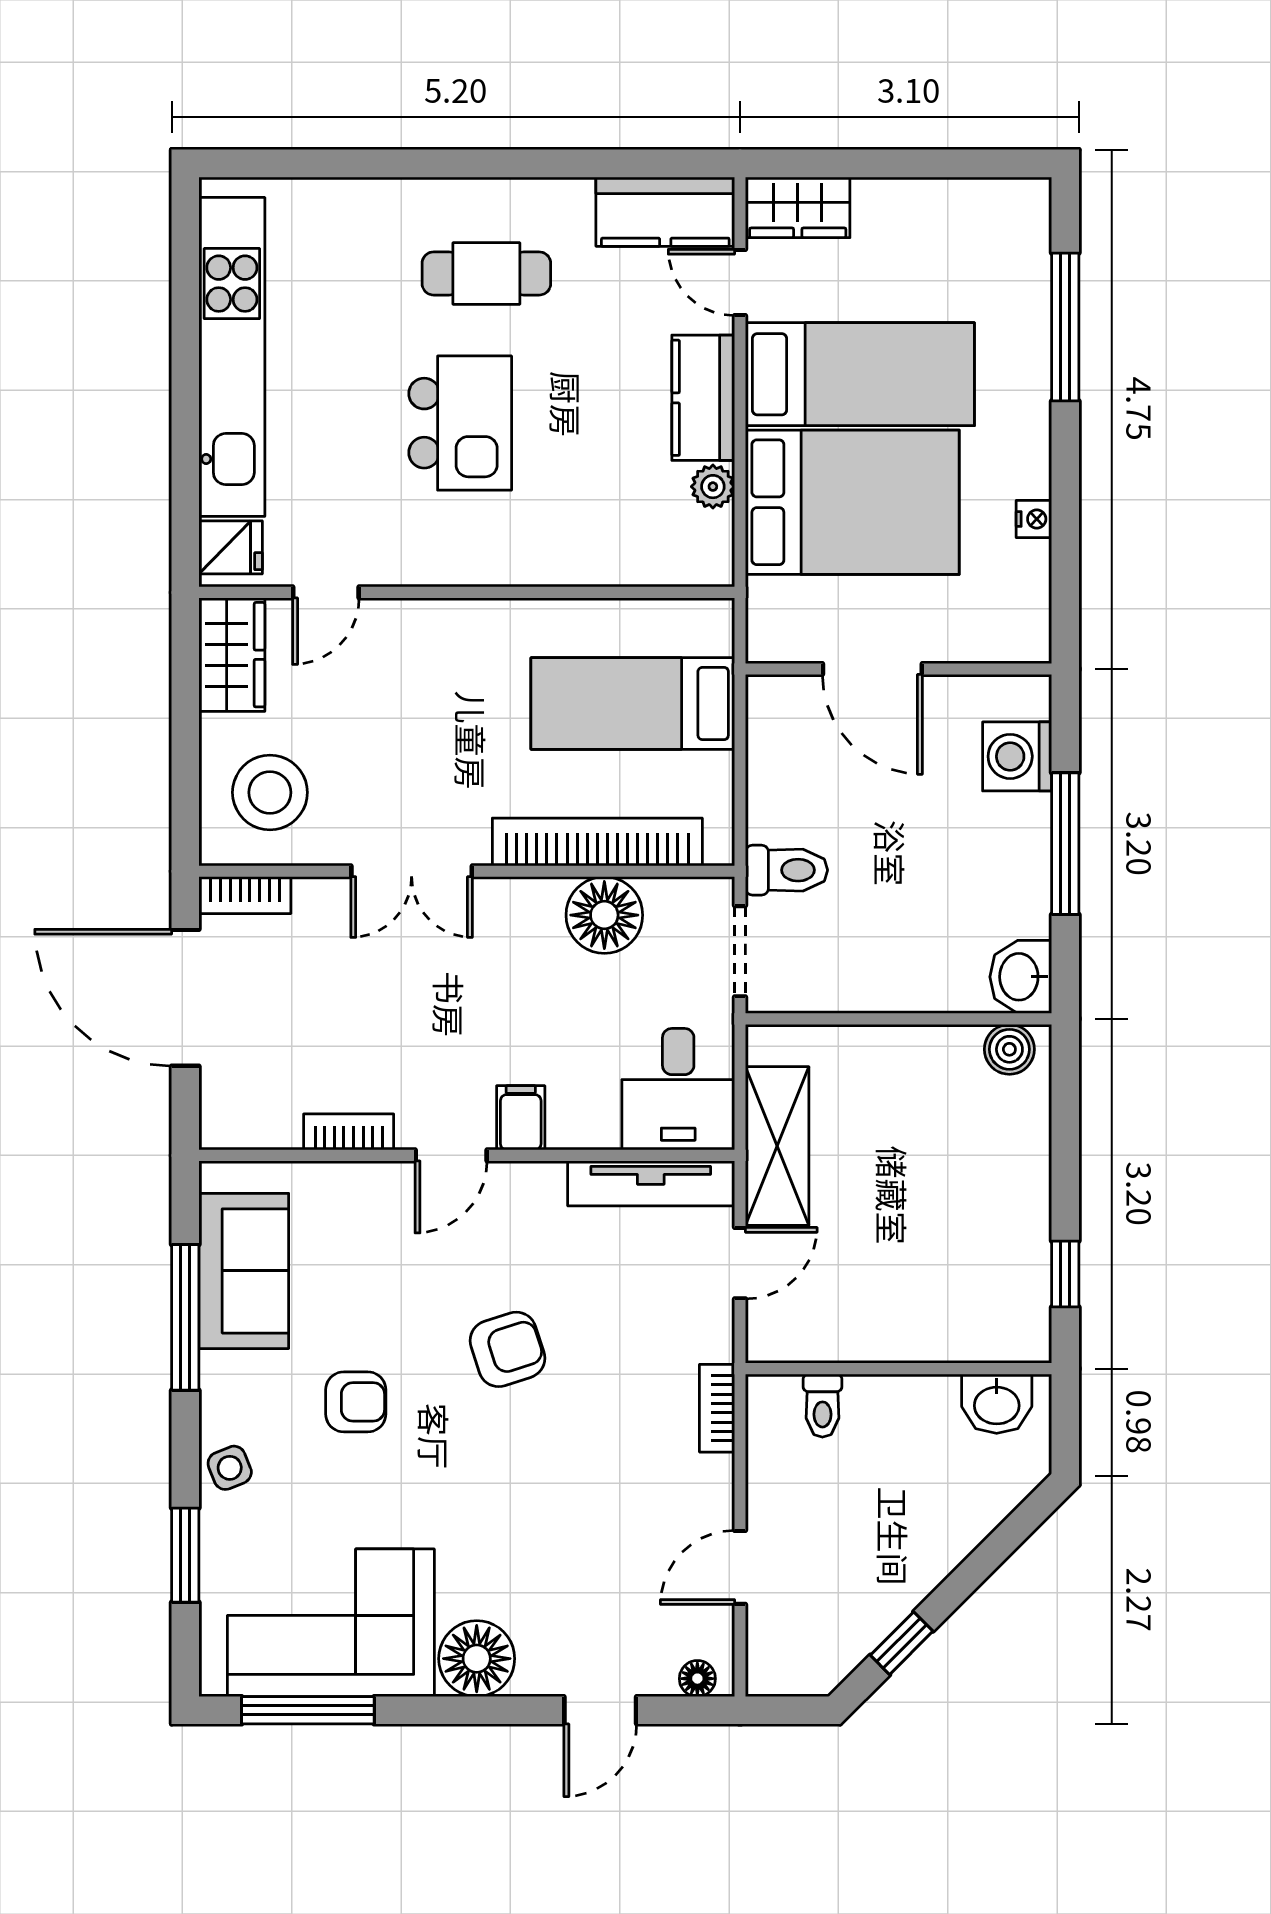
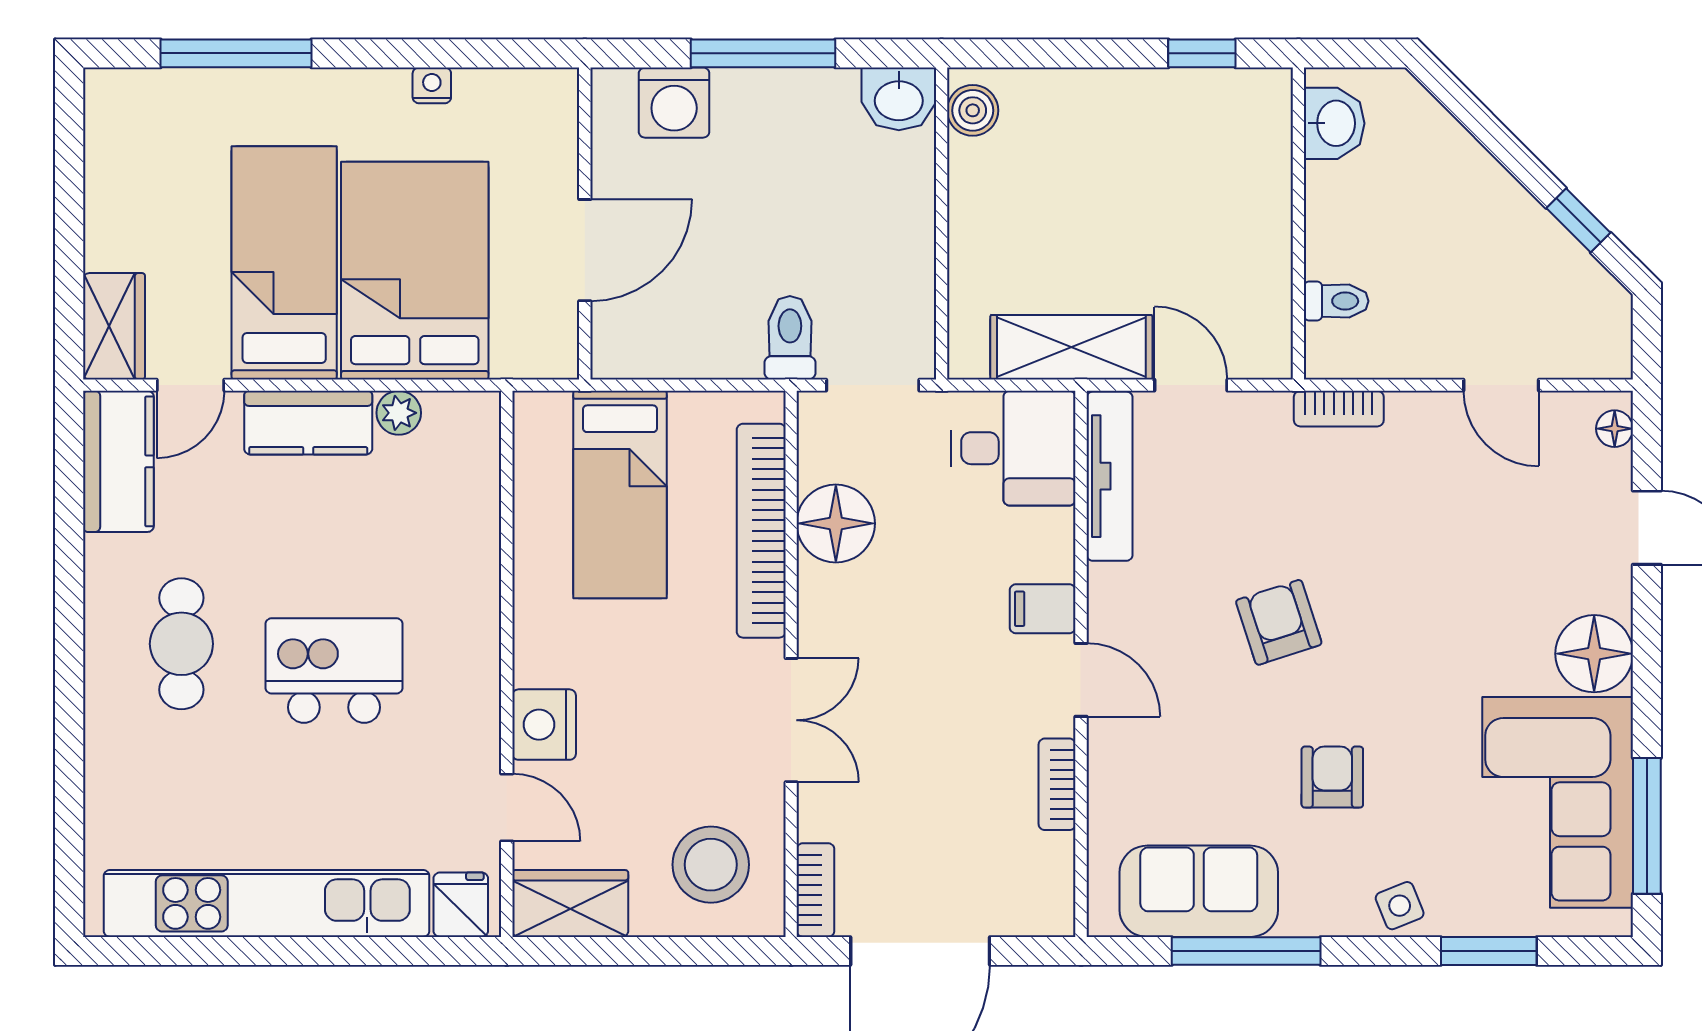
nightstand: (407, 629) -> (544, 725), added

